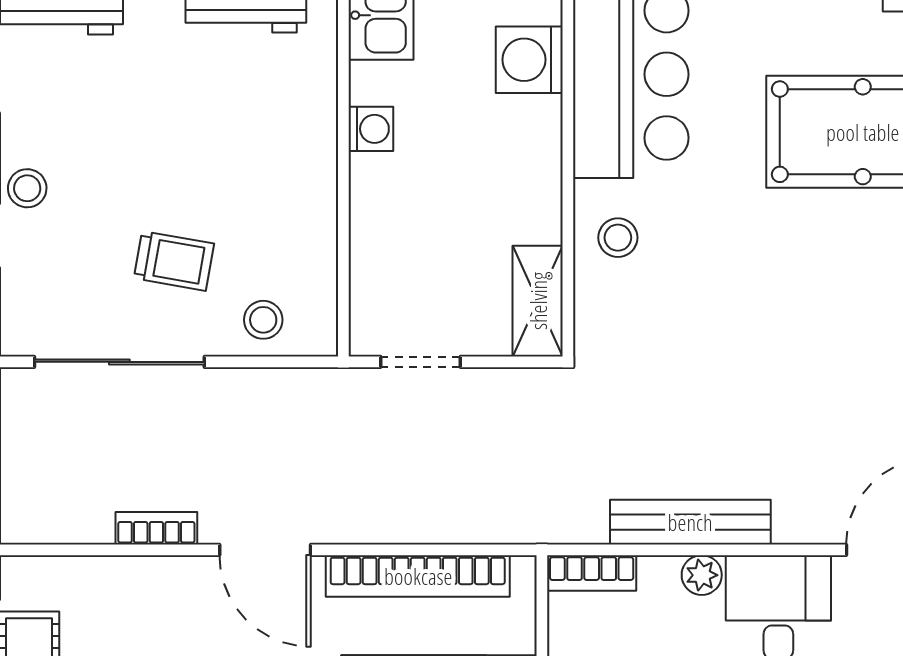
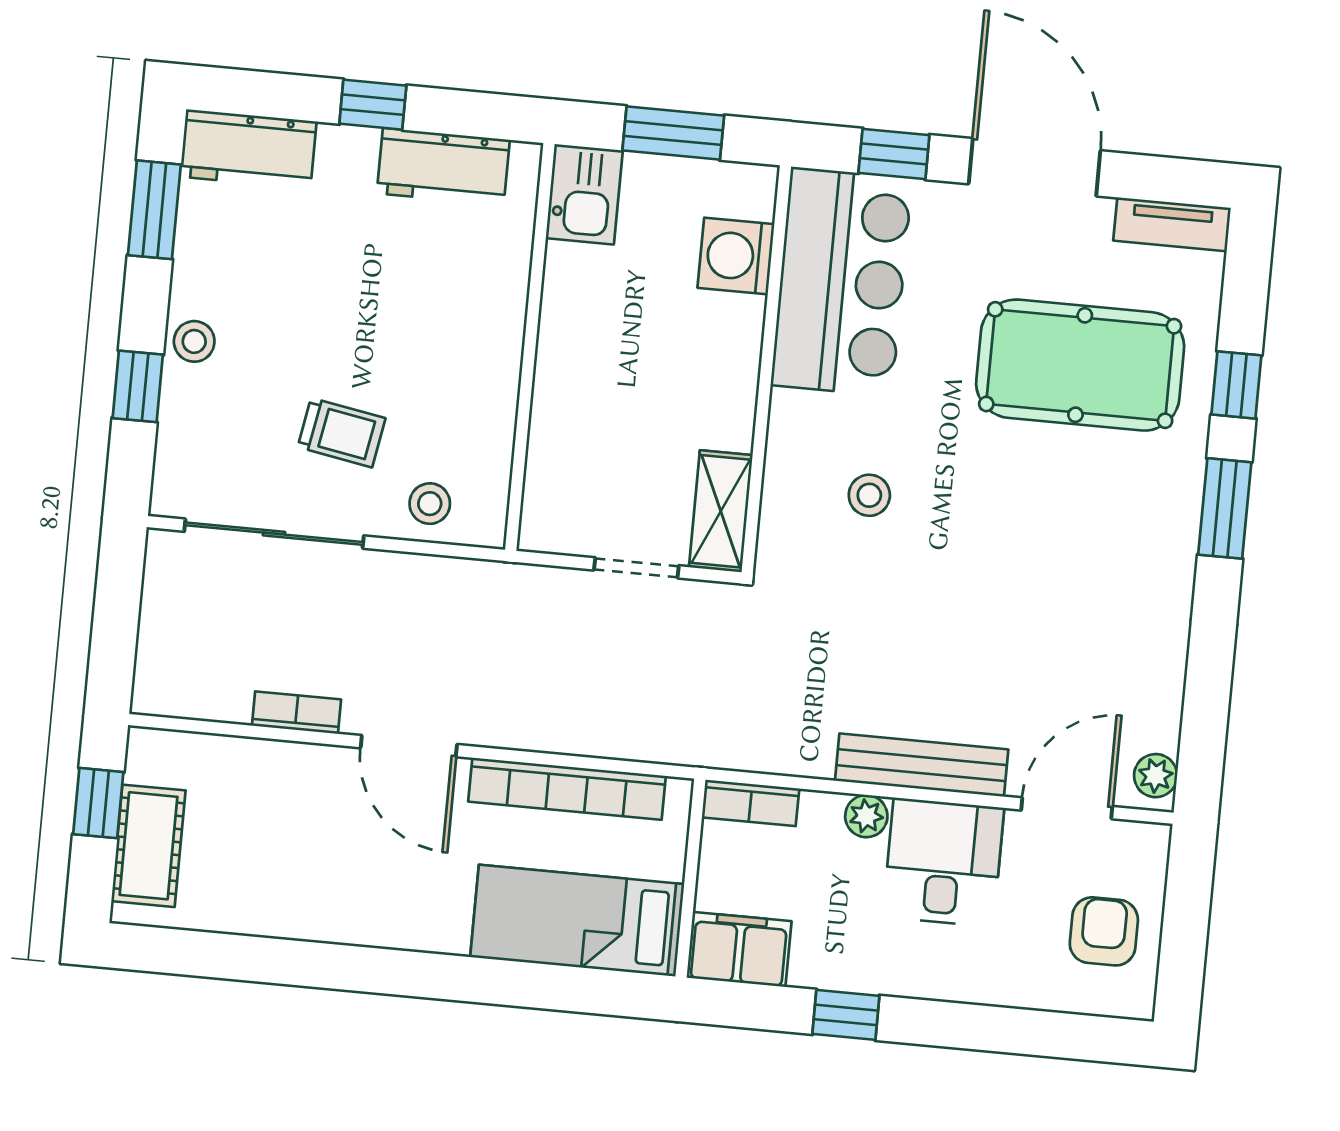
washing machine: (371, 129) -> (562, 313), removed
stool: (618, 238) -> (869, 495), moved
doorway: (420, 362) -> (636, 568), moved
bench: (690, 522) -> (922, 765), moved

